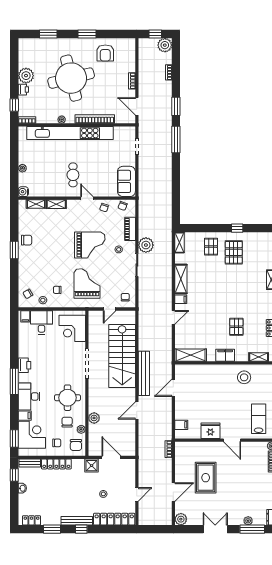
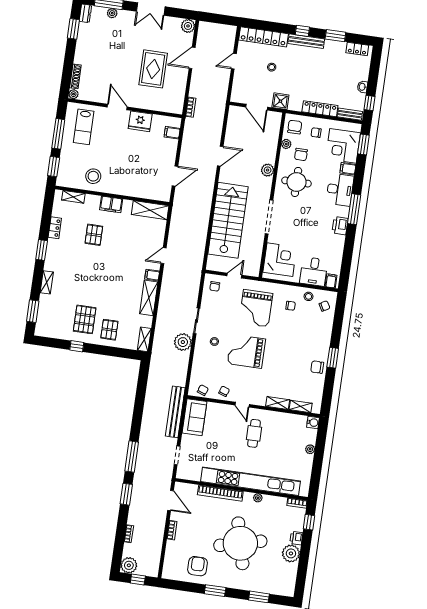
piano: (130, 229) -> (198, 363), removed
bench: (144, 373) -> (175, 412), moved
plant: (94, 418) -> (268, 170), moved

